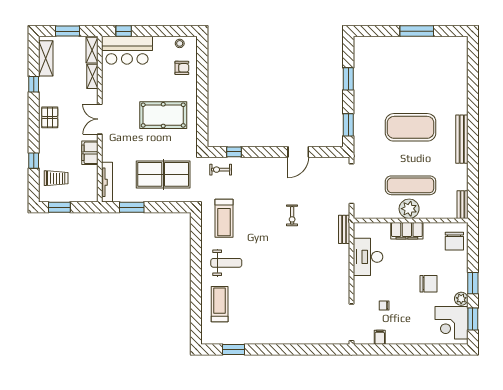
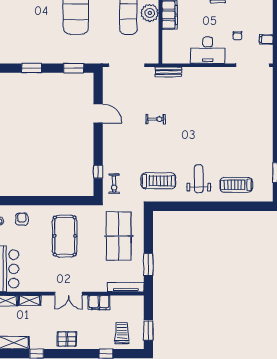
desk: (368, 257) -> (208, 50), moved

